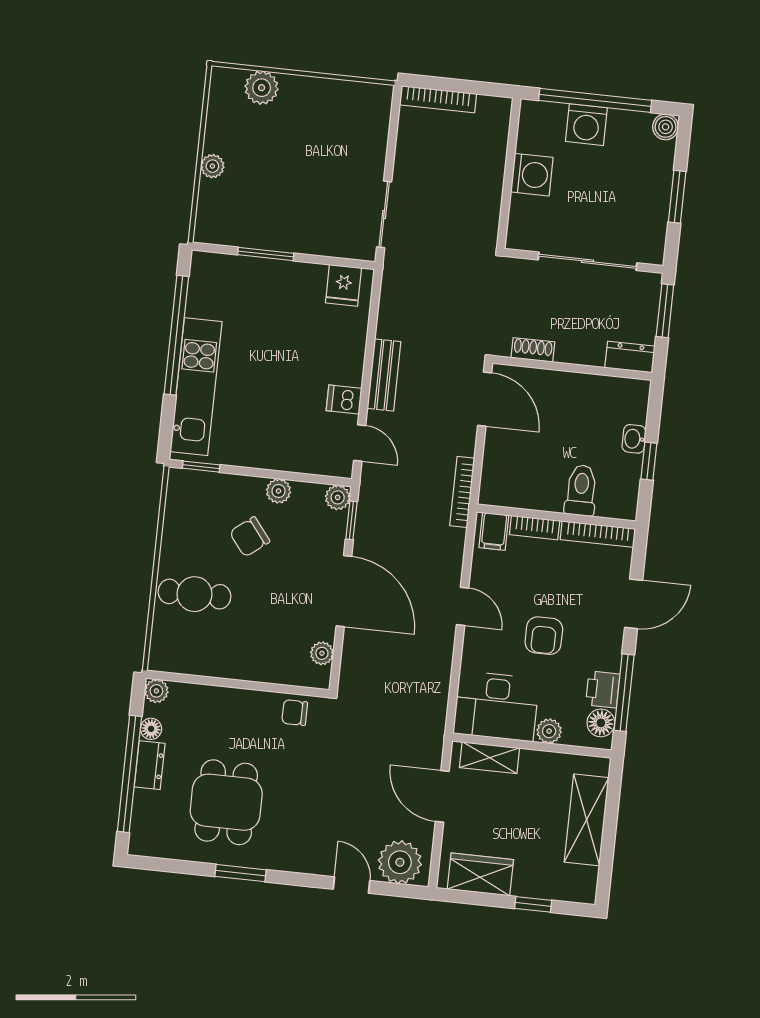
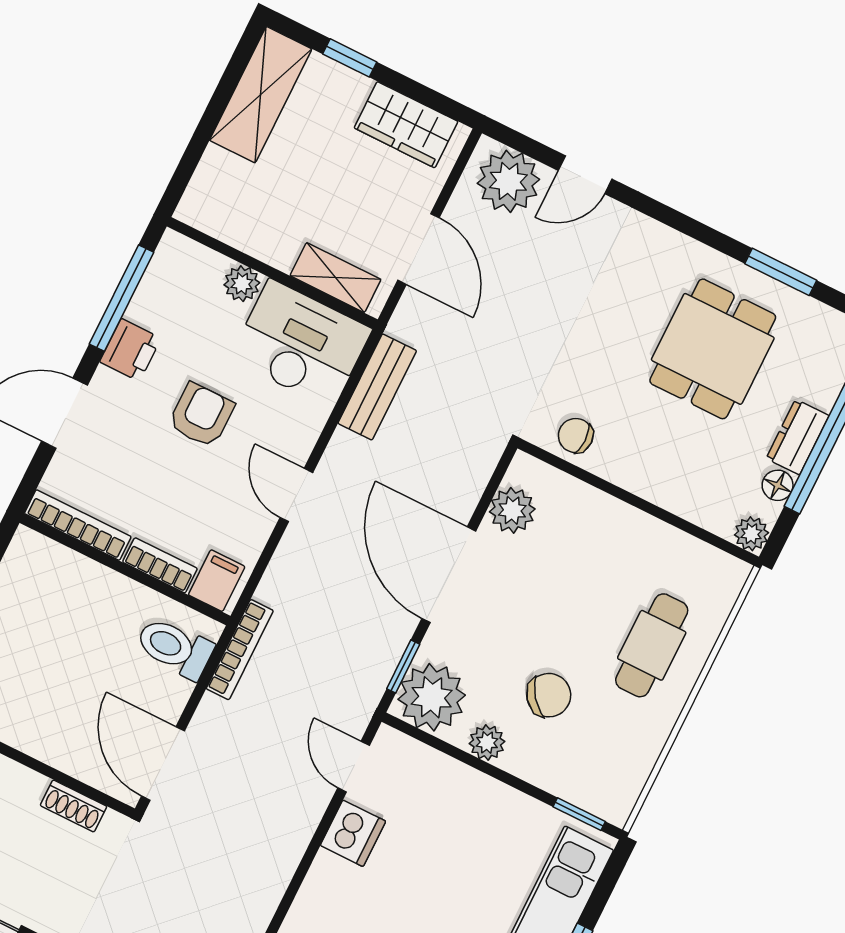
bench: (384, 375) -> (377, 387), moved
dishwasher: (344, 399) -> (353, 833), width x1.38
toilet: (581, 490) -> (175, 648), moved, turned 90
plant: (338, 497) -> (432, 697), width x1.87, depth x1.87
cafe table: (194, 594) -> (652, 645), turned 90
plant: (322, 653) -> (512, 510), width x1.38, depth x1.38
printer: (603, 690) -> (130, 350), moved
chair: (295, 713) -> (576, 436), turned 180
floor lamp: (601, 723) -> (168, 269), removed
shelving: (587, 820) -> (261, 95), moved
window: (241, 873) -> (781, 272), moved
door: (351, 885) -> (585, 175), hinge flipped

